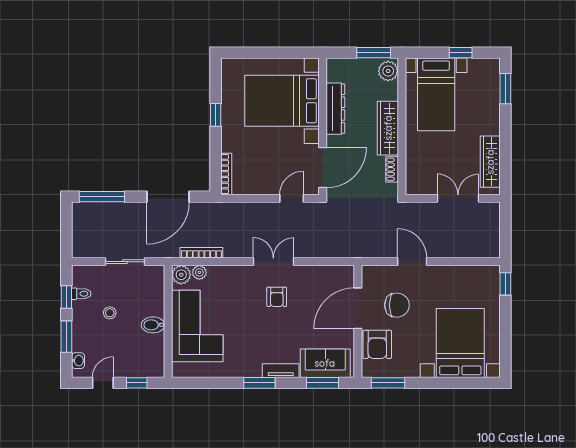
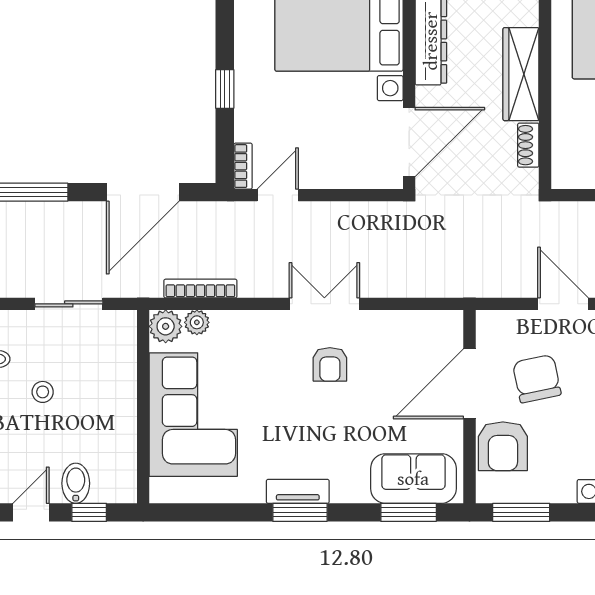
window: (216, 115) -> (225, 89), moved
bookcase: (226, 174) -> (243, 166), width x0.64
door: (292, 198) -> (278, 195), moved
chair: (397, 305) -> (537, 379), turned -102
bidet: (153, 325) -> (76, 483), moved, turned 90
tv unit: (281, 371) -> (298, 491), moved

